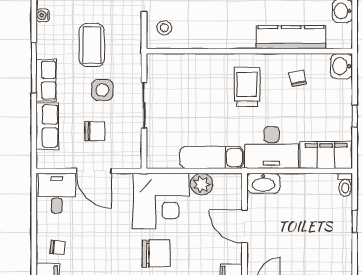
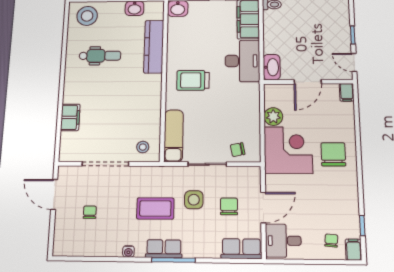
chair: (298, 78) -> (238, 150), moved
row of seats: (46, 80) -> (164, 249), moved
row of seats: (47, 126) -> (241, 249), moved
exam couch: (211, 157) -> (174, 136), moved, turned 180

